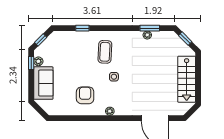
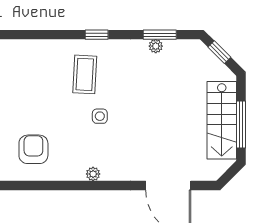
window: (82, 28) -> (97, 35), moved
window: (198, 82) -> (241, 125), added
armchair: (85, 95) -> (33, 149), moved

